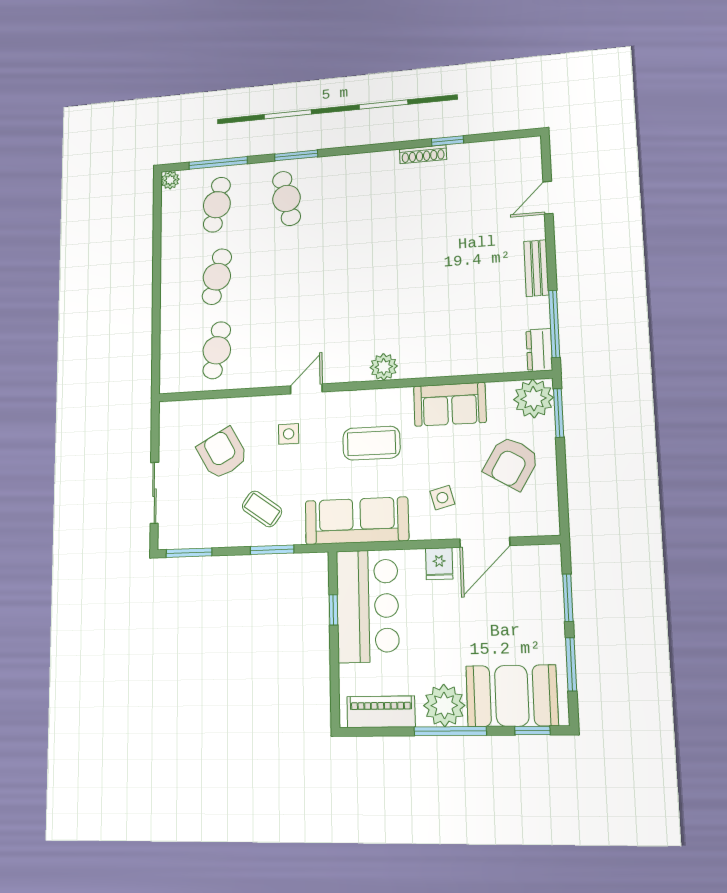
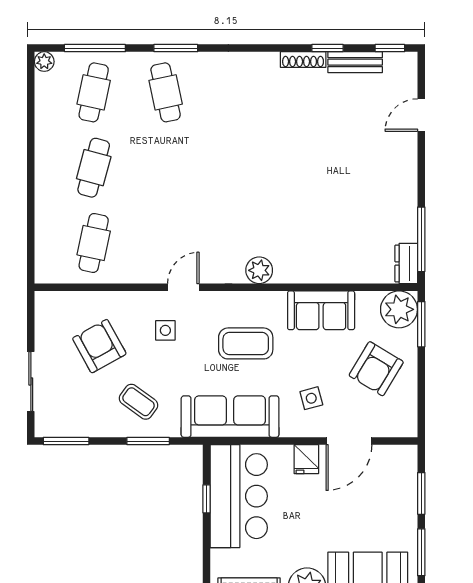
window: (512, 135) -> (390, 48), added
bench: (536, 268) -> (355, 62), moved, turned 90

